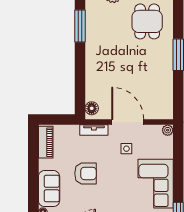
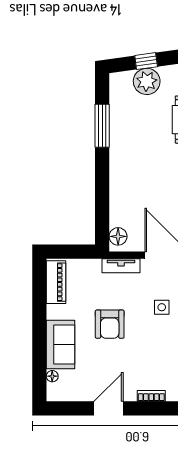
side table: (126, 149) -> (162, 307), moved
armchair: (85, 173) -> (110, 324), turned 90

